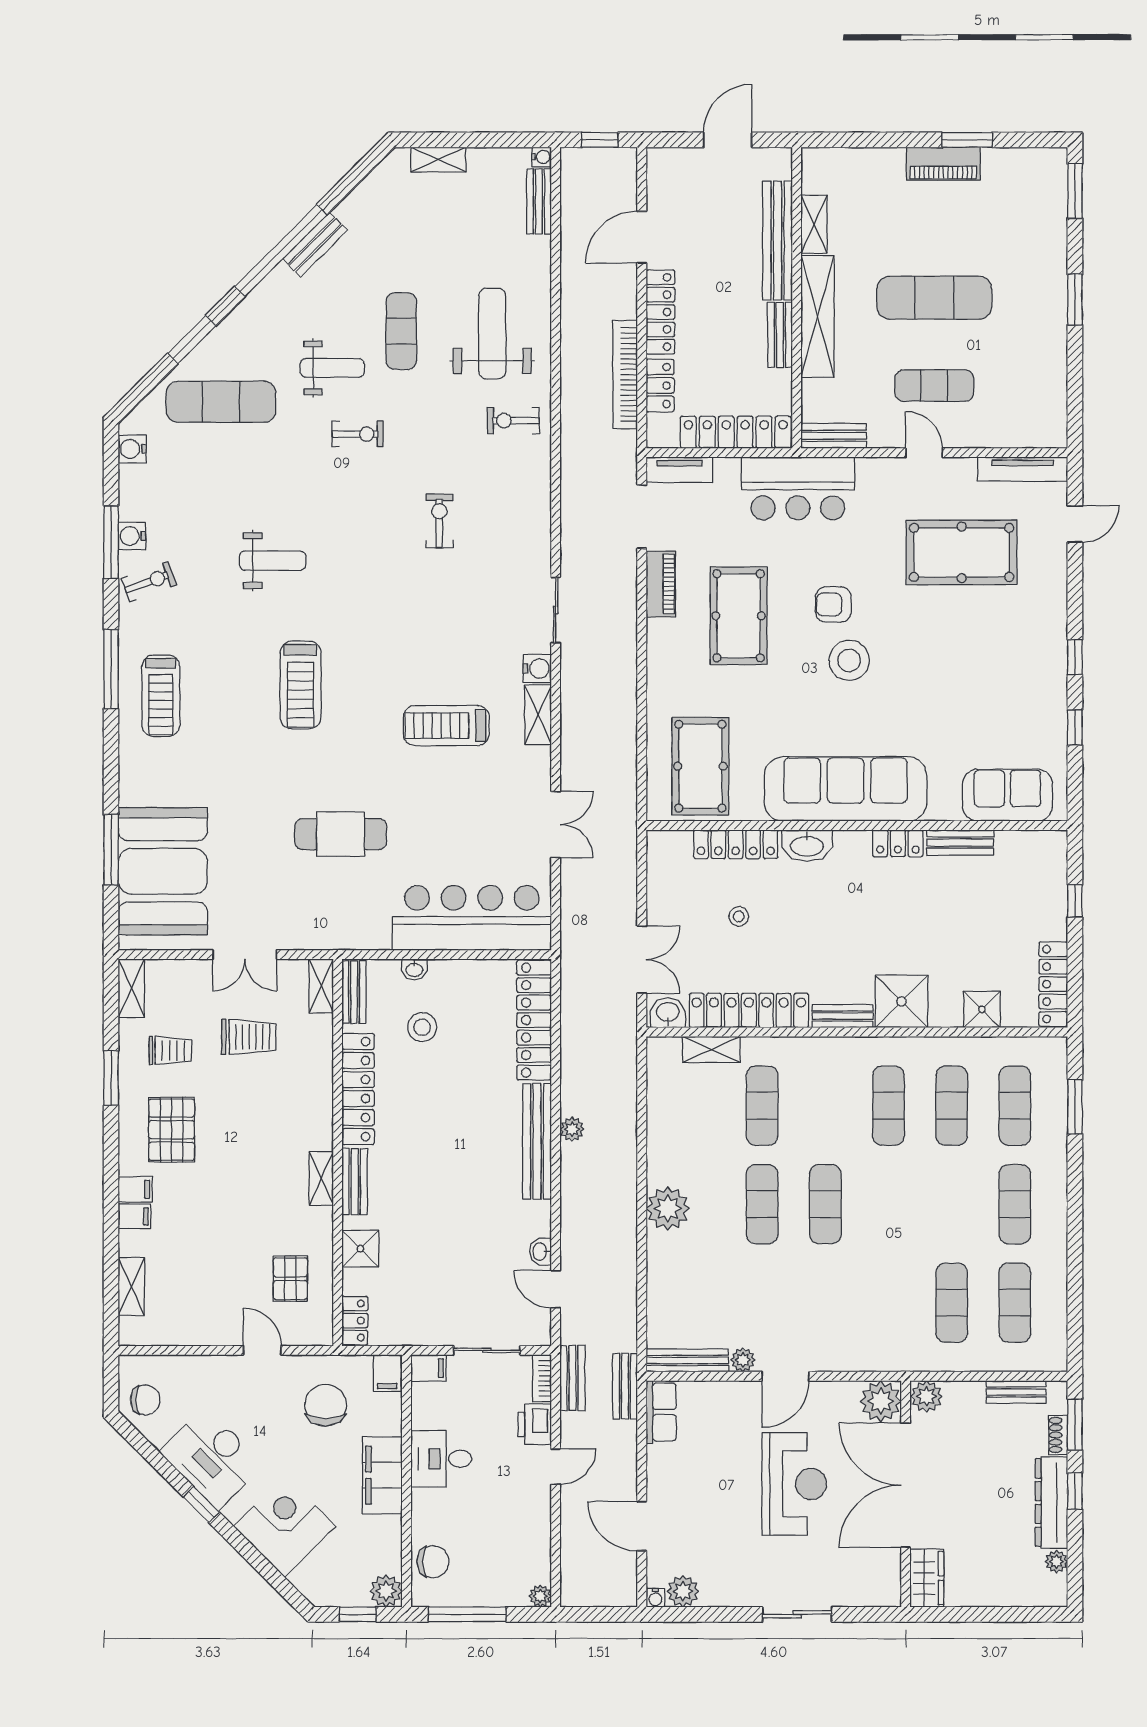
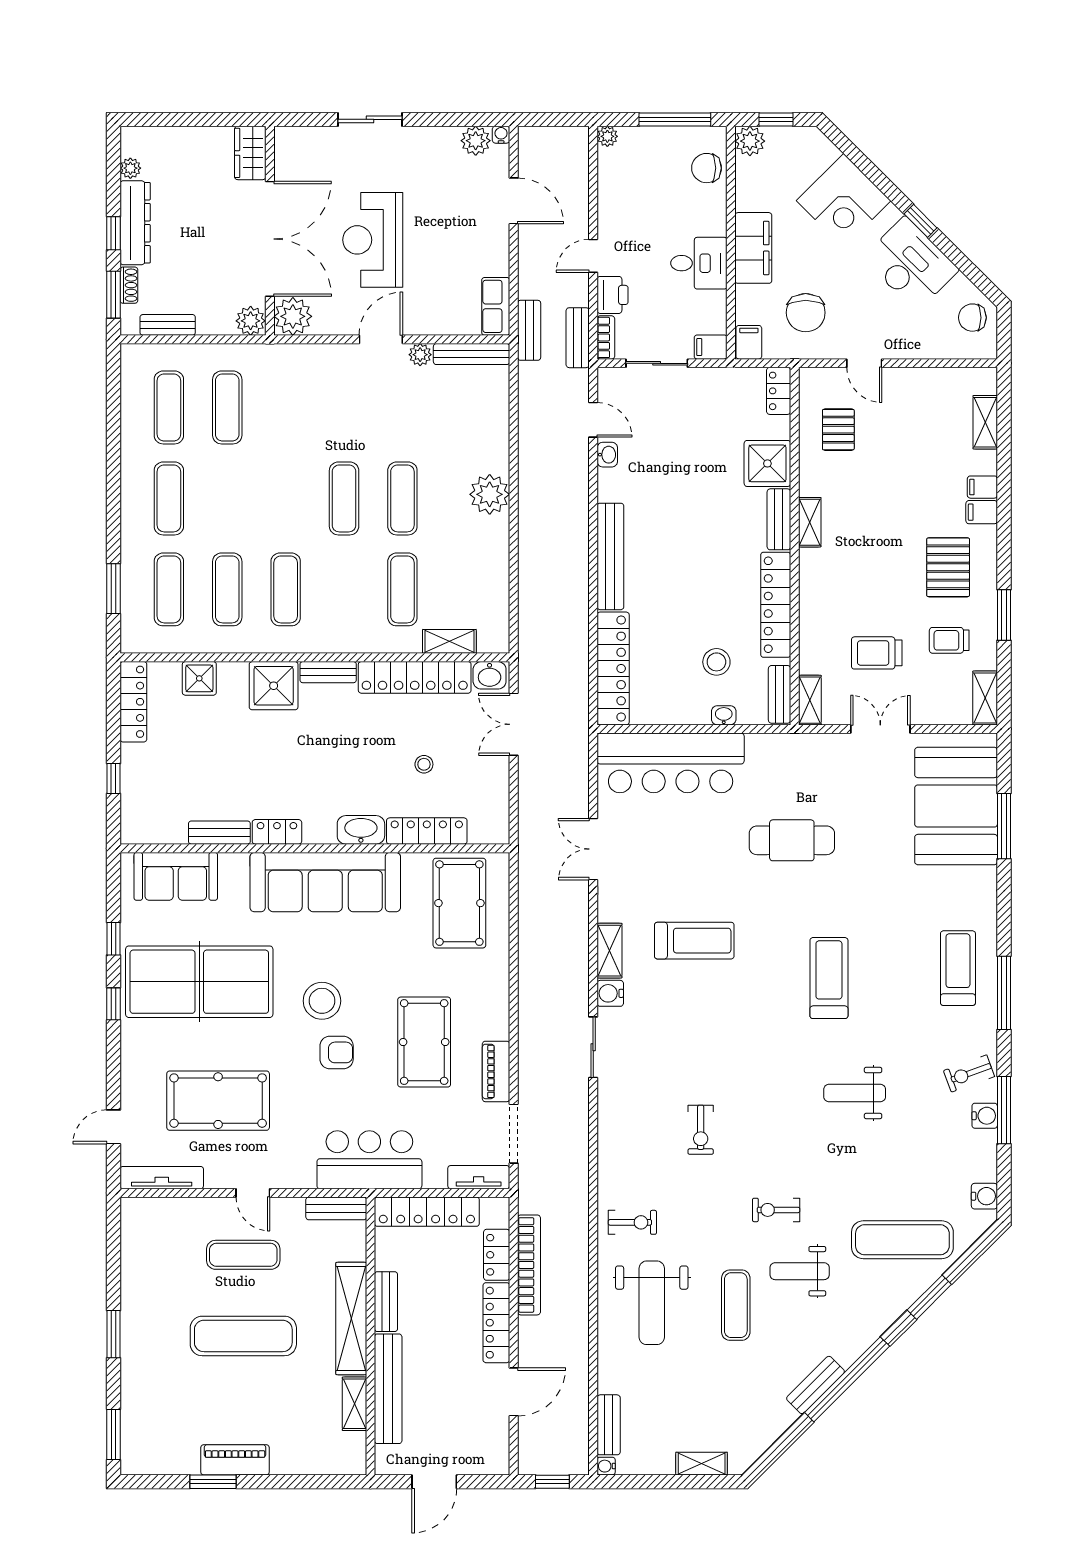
table tennis table: (982, 681) -> (199, 982), added
plant: (572, 1129) -> (578, 568), removed
shower: (360, 1249) -> (767, 463), width x1.36, depth x1.36

